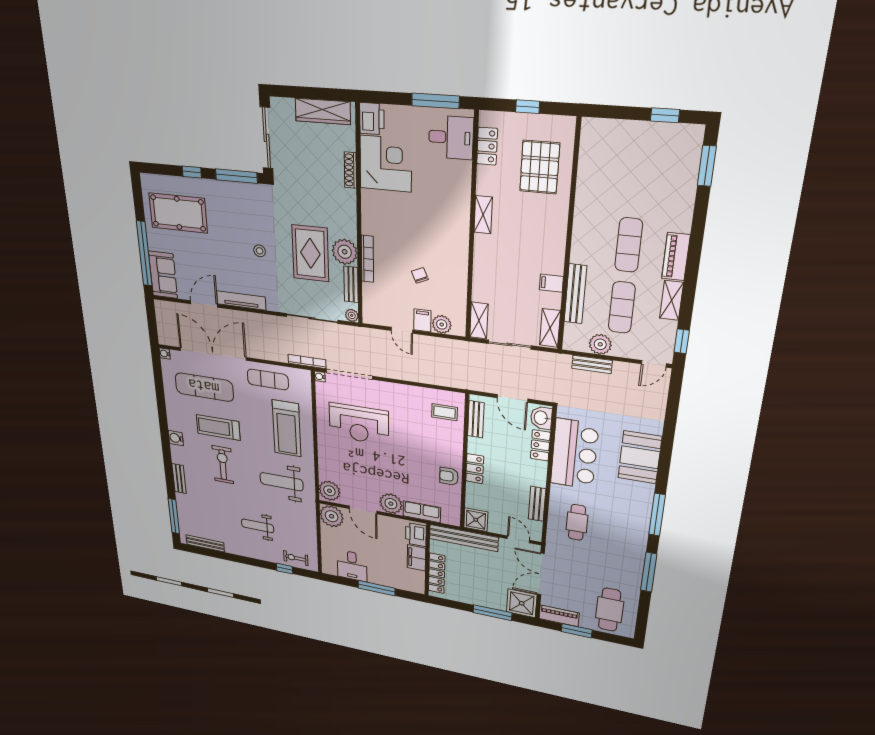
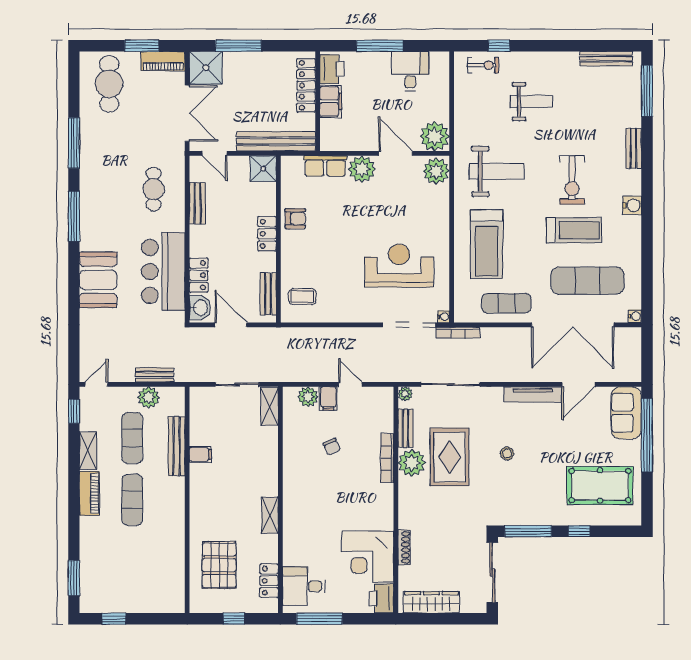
shelving: (550, 328) -> (198, 408), removed
treadmill: (287, 428) -> (487, 244), turned 180
printer: (416, 535) -> (332, 69), moved

